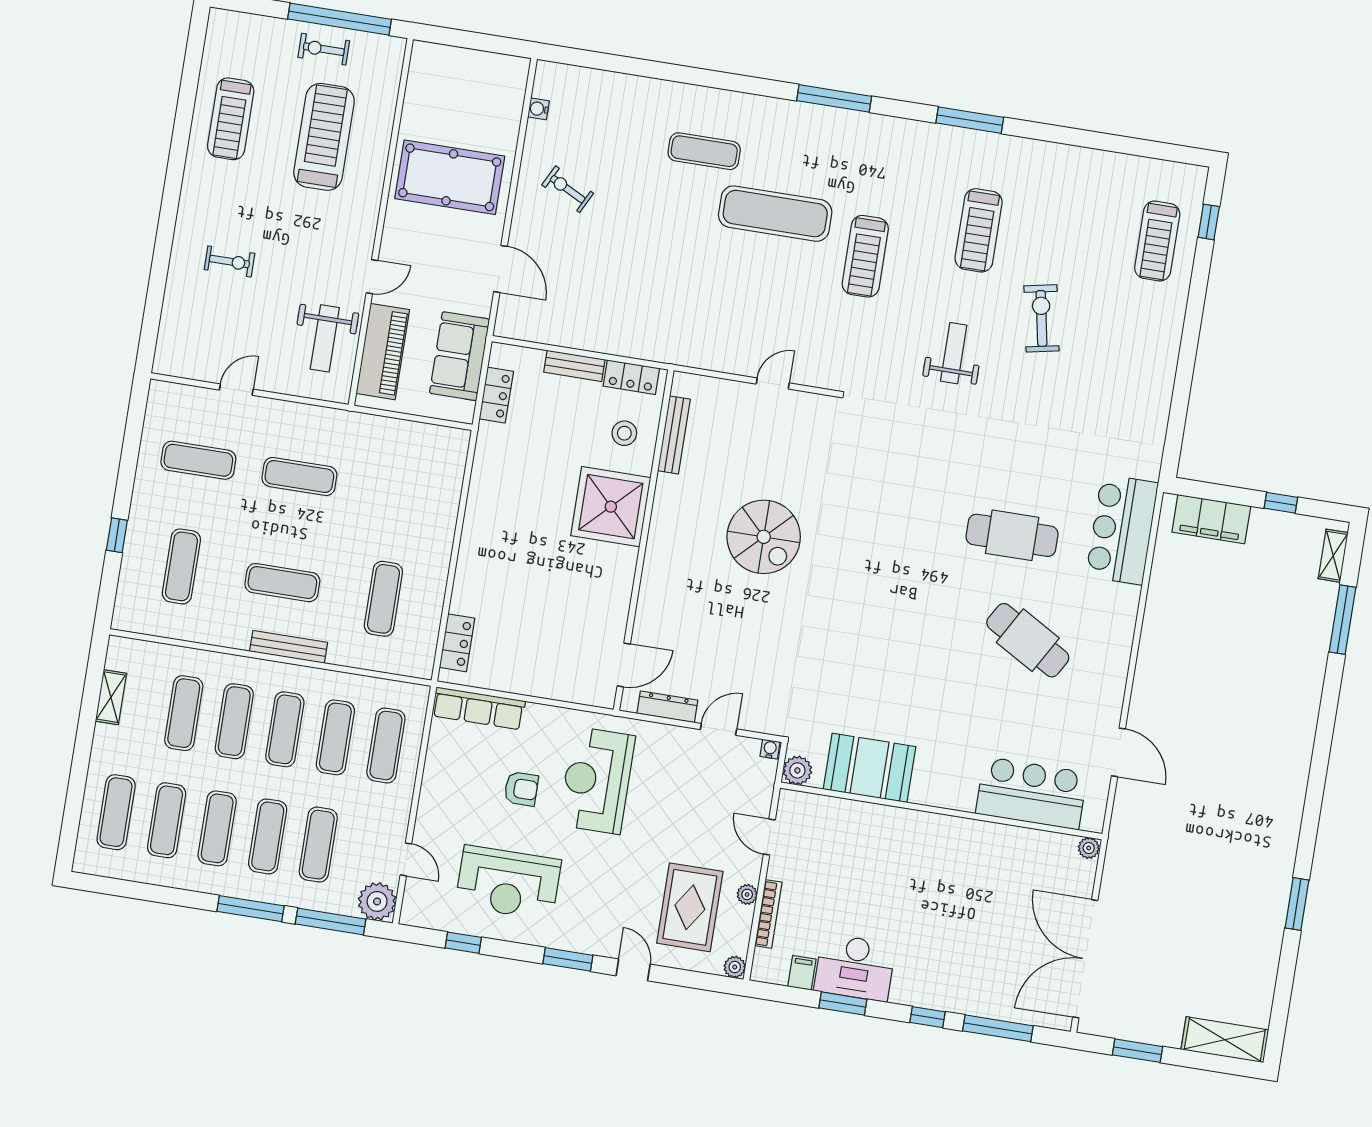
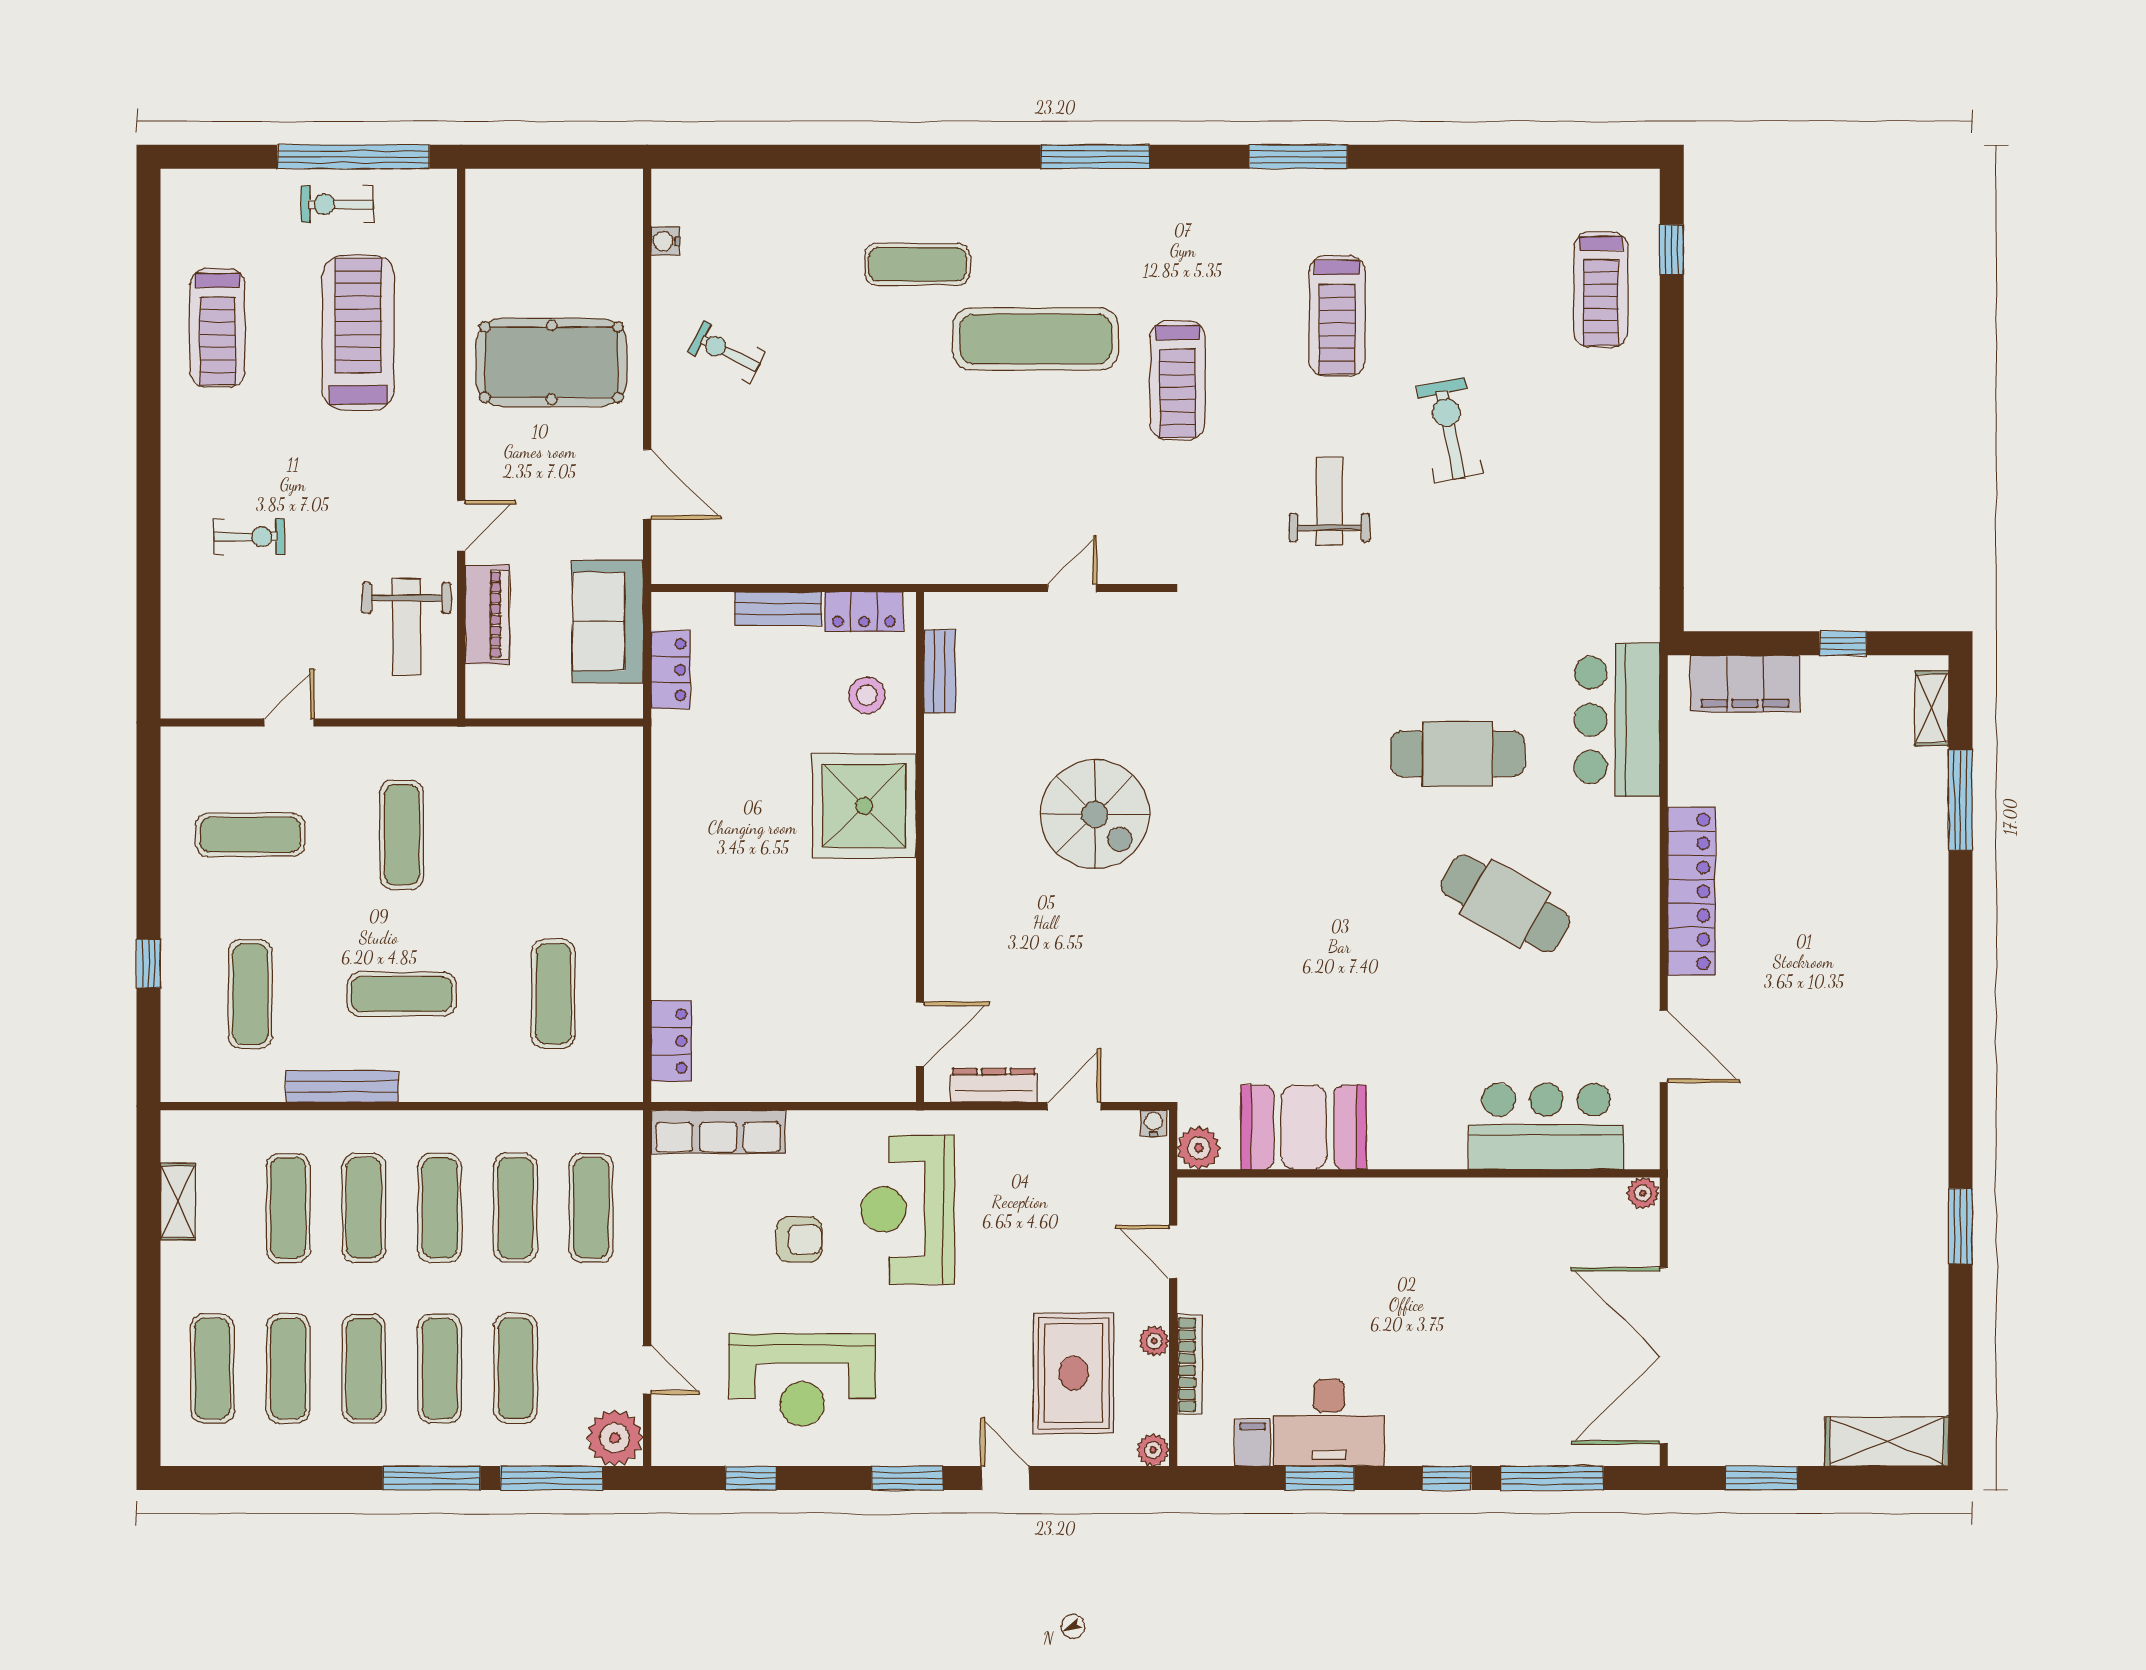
piano: (383, 352) -> (487, 615), width x0.73, depth x0.75
bench: (674, 435) -> (940, 671), width x0.73
exercise mat: (299, 476) -> (402, 835), turned 90
bench: (289, 647) -> (342, 1087), moved
locker: (1153, 652) -> (1691, 891), added

